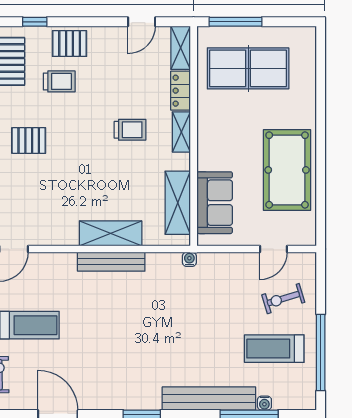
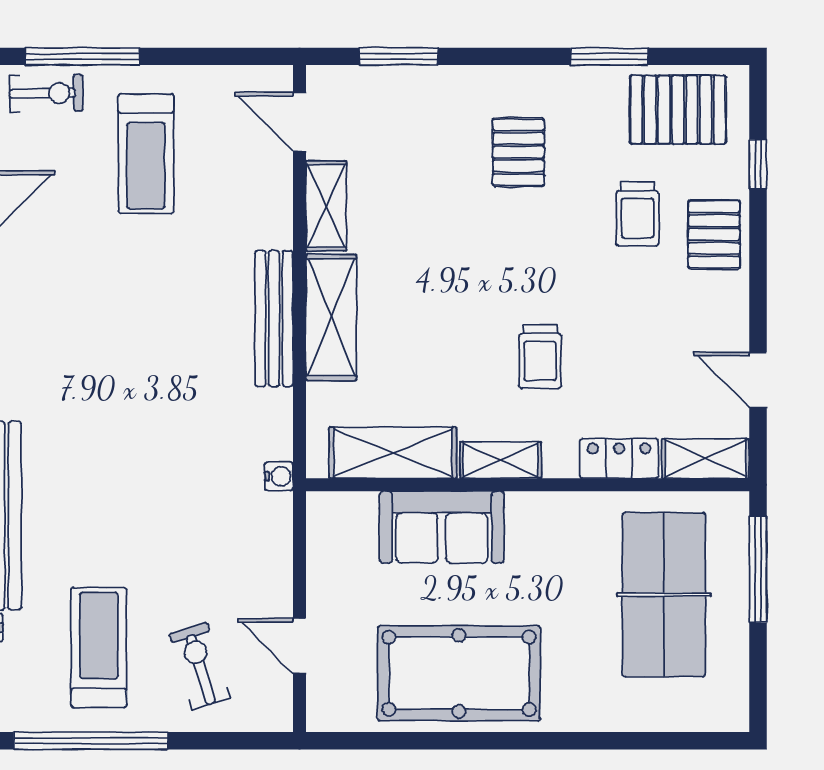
shelving: (181, 132) -> (501, 460), moved
sofa: (215, 203) -> (442, 527), moved
shelving: (55, 236) -> (326, 206), added

